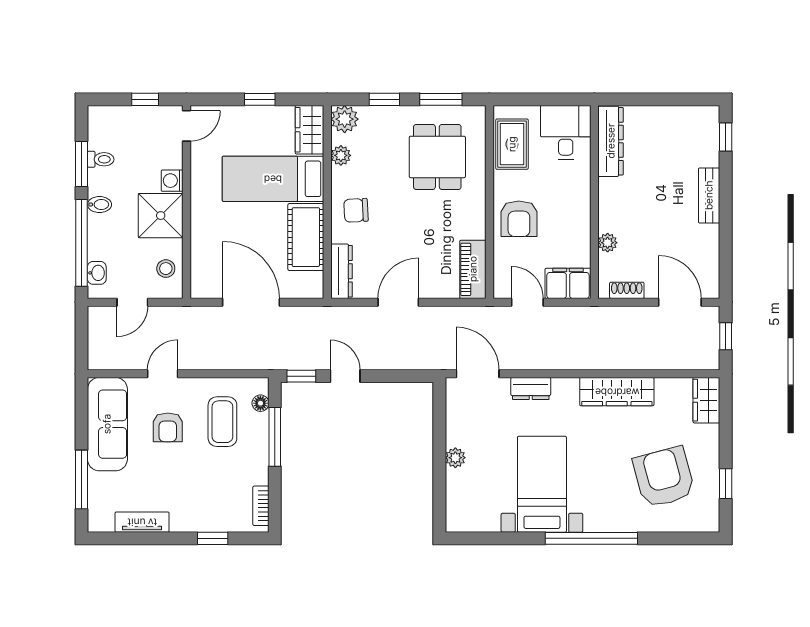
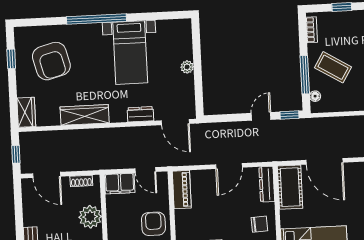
cot: (306, 237) -> (290, 187), moved
plant: (608, 243) -> (90, 217), width x1.88, depth x1.88
door: (345, 376) -> (261, 116), swing flipped
coffee table: (222, 422) -> (333, 67), moved, turned -59

